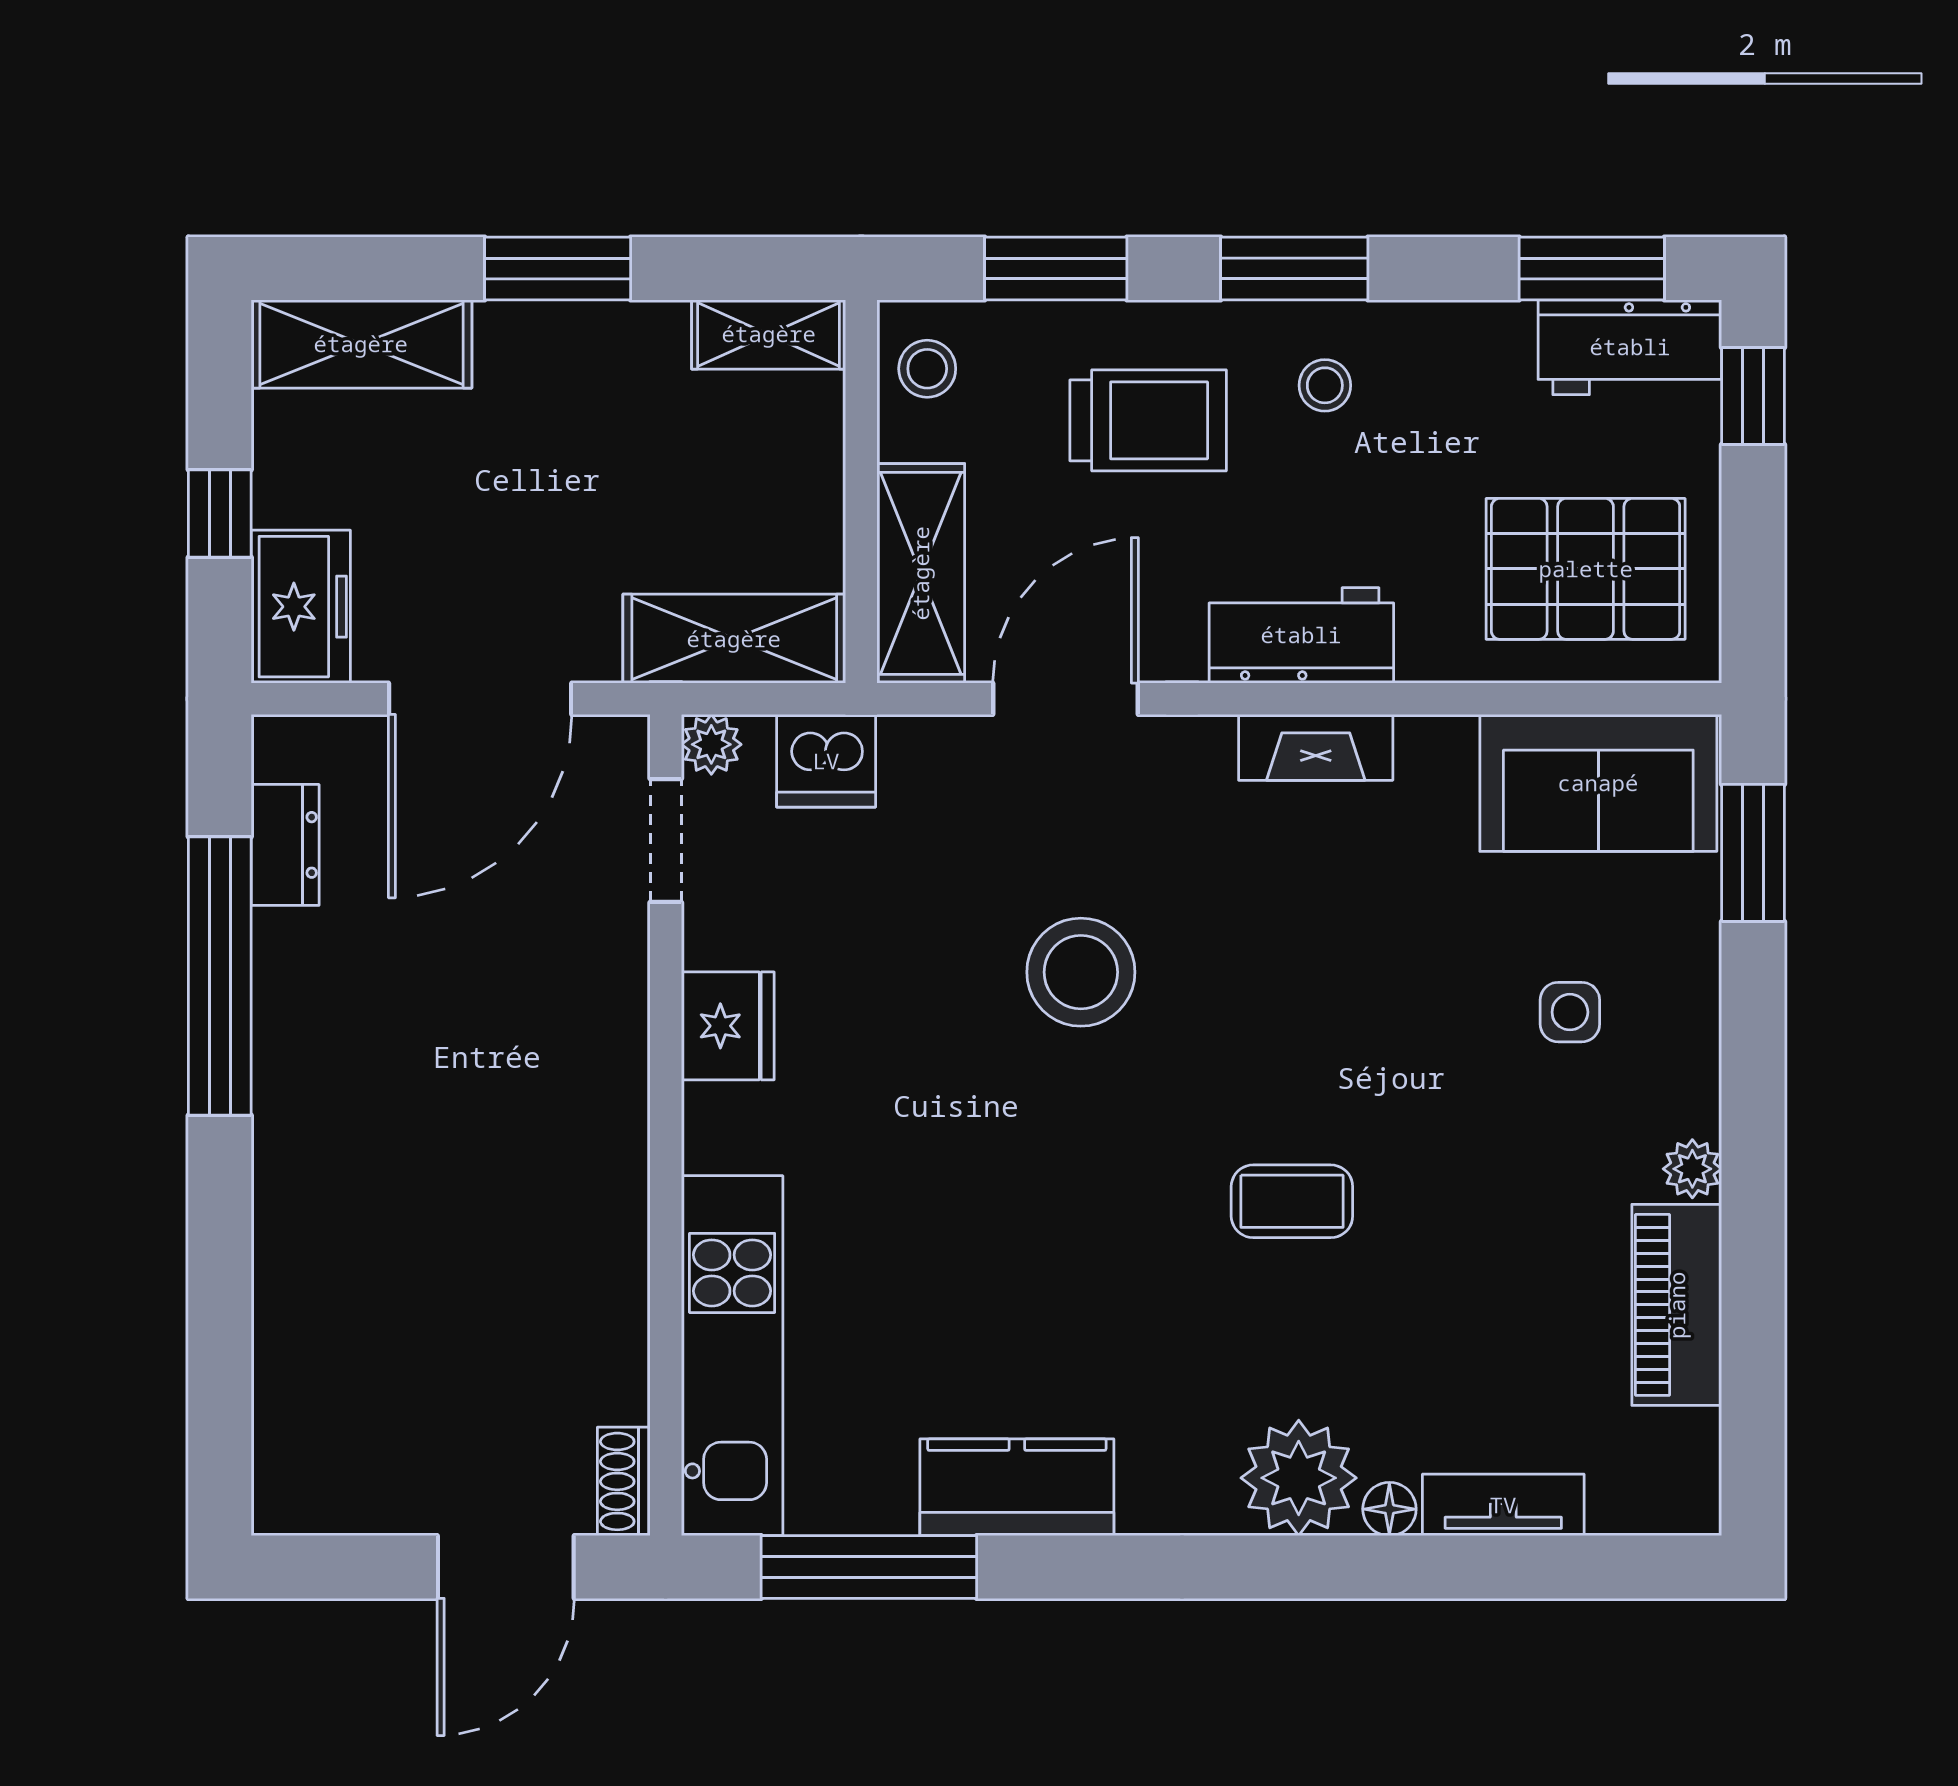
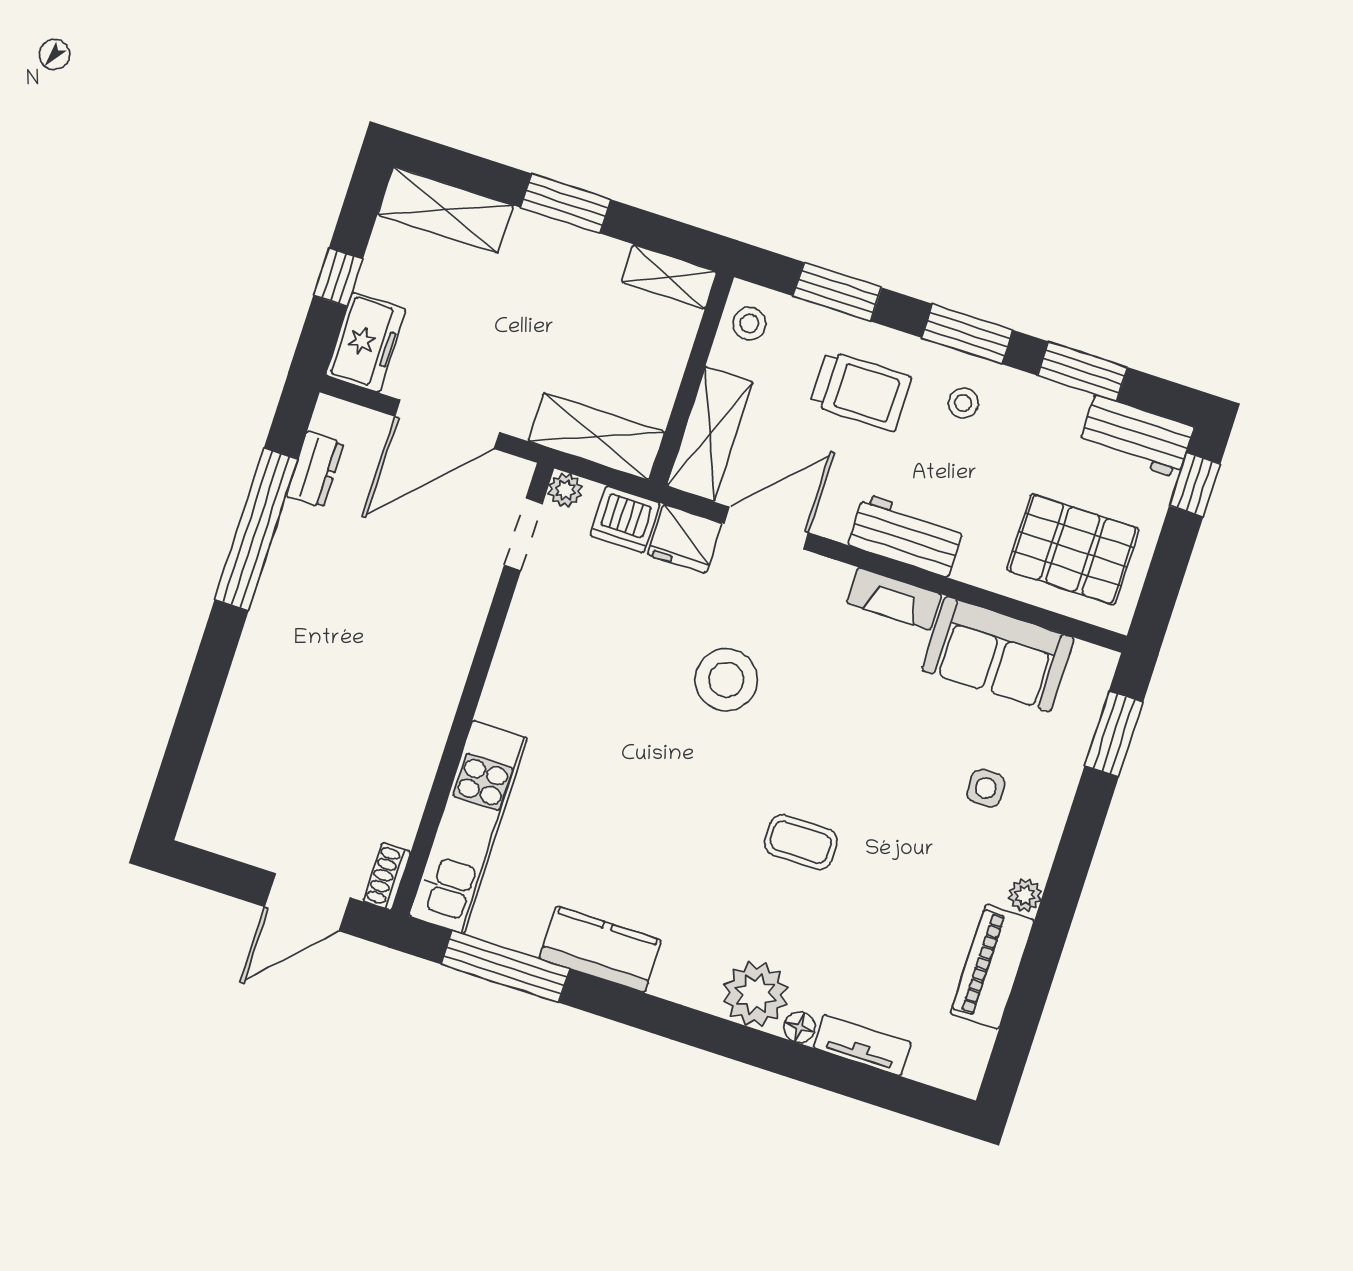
window: (1592, 269) -> (1083, 371), moved
sofa: (1598, 783) -> (998, 654), moved
fridge: (728, 1026) -> (685, 539), moved, turned 90

